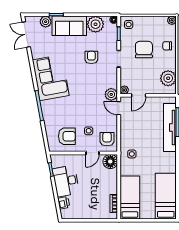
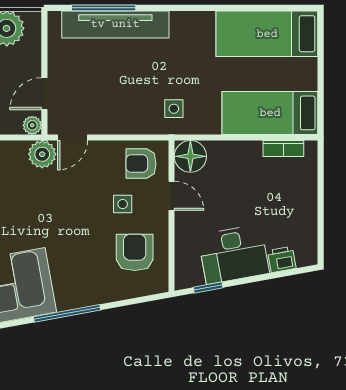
door: (139, 95) -> (44, 94), swing flipped

